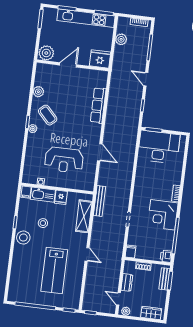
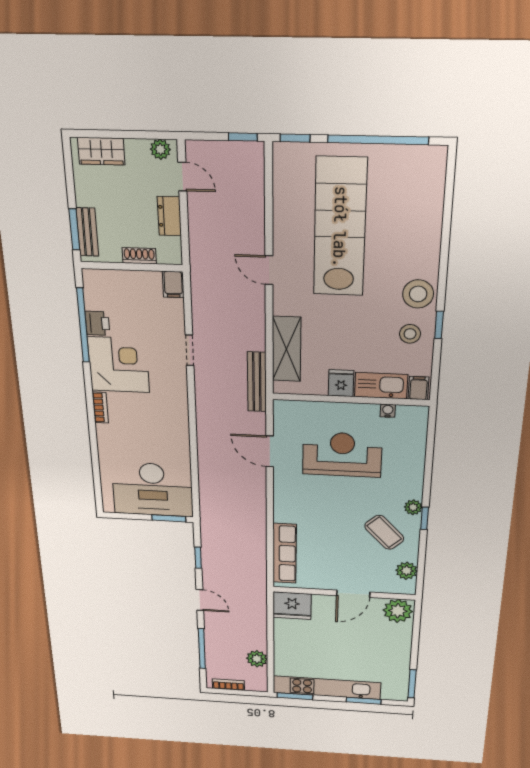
plant: (46, 53) -> (398, 611), moved
fridge: (100, 59) -> (292, 606), moved
door: (68, 65) -> (353, 594), moved
wall: (73, 65) -> (344, 593), moved
door: (100, 152) -> (270, 451), moved
stool: (43, 223) -> (410, 334), moved
printer: (166, 256) -> (97, 323), moved
lab bench: (54, 271) -> (340, 227), width x1.36

